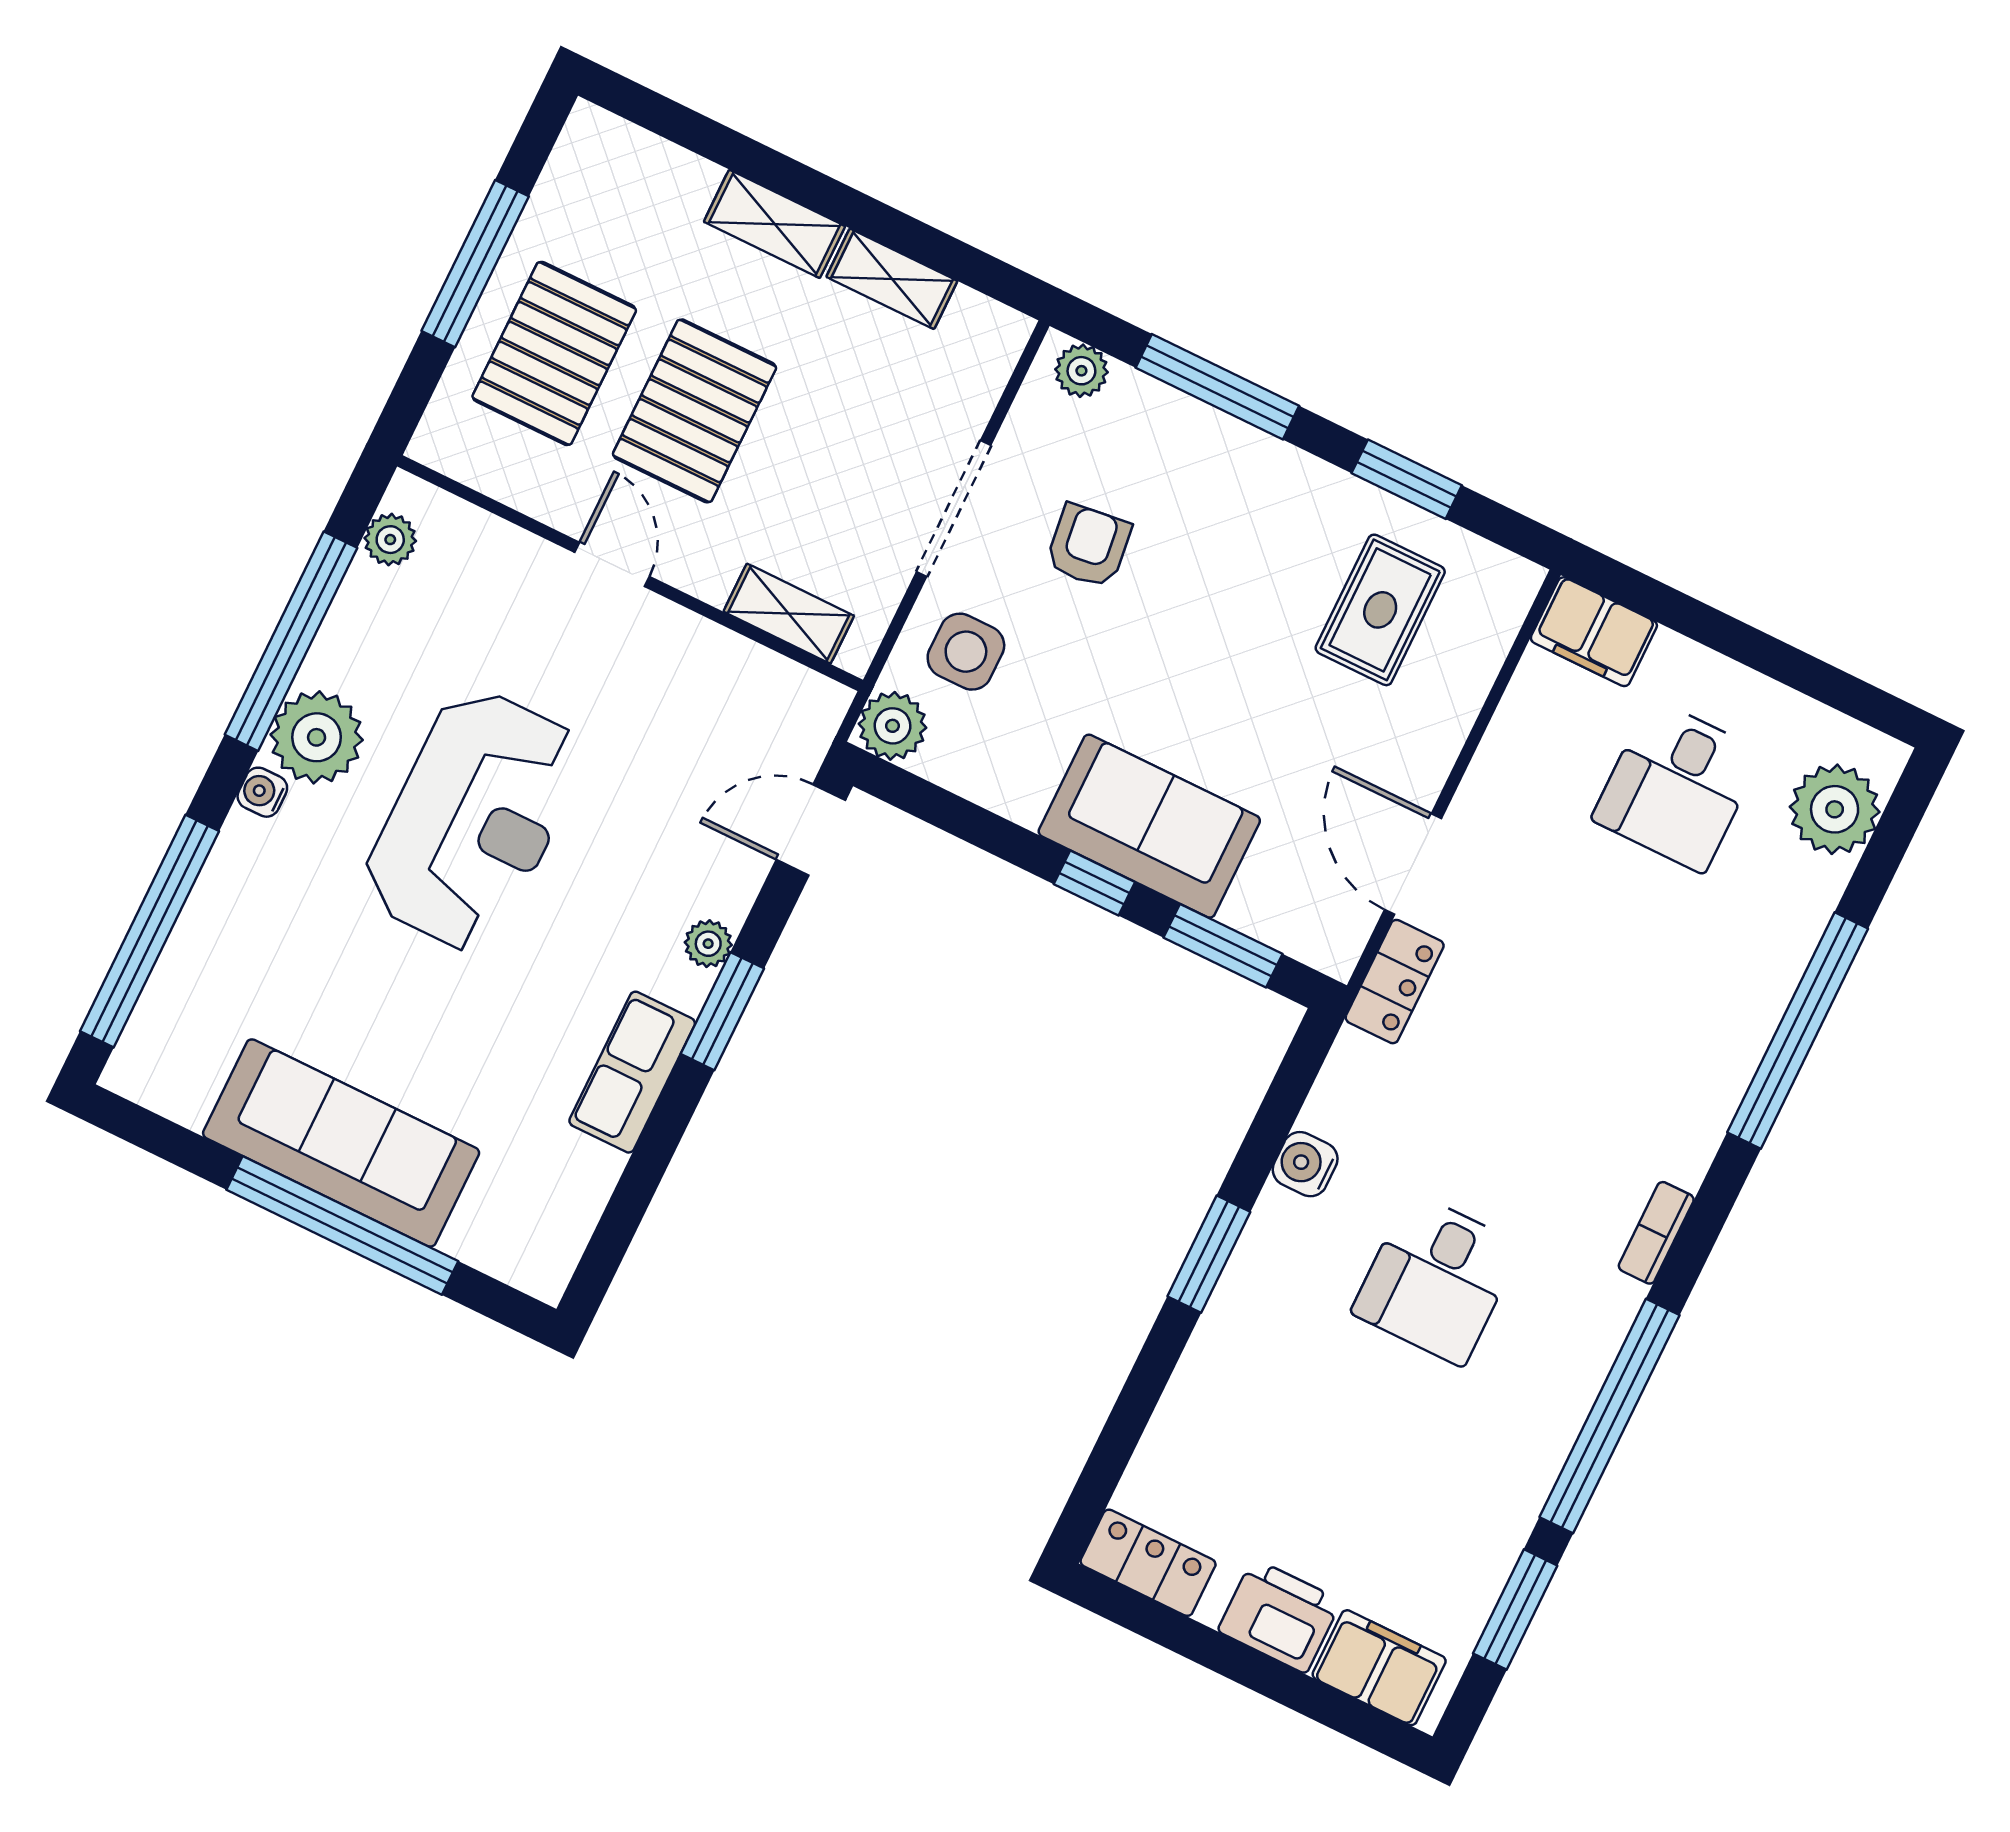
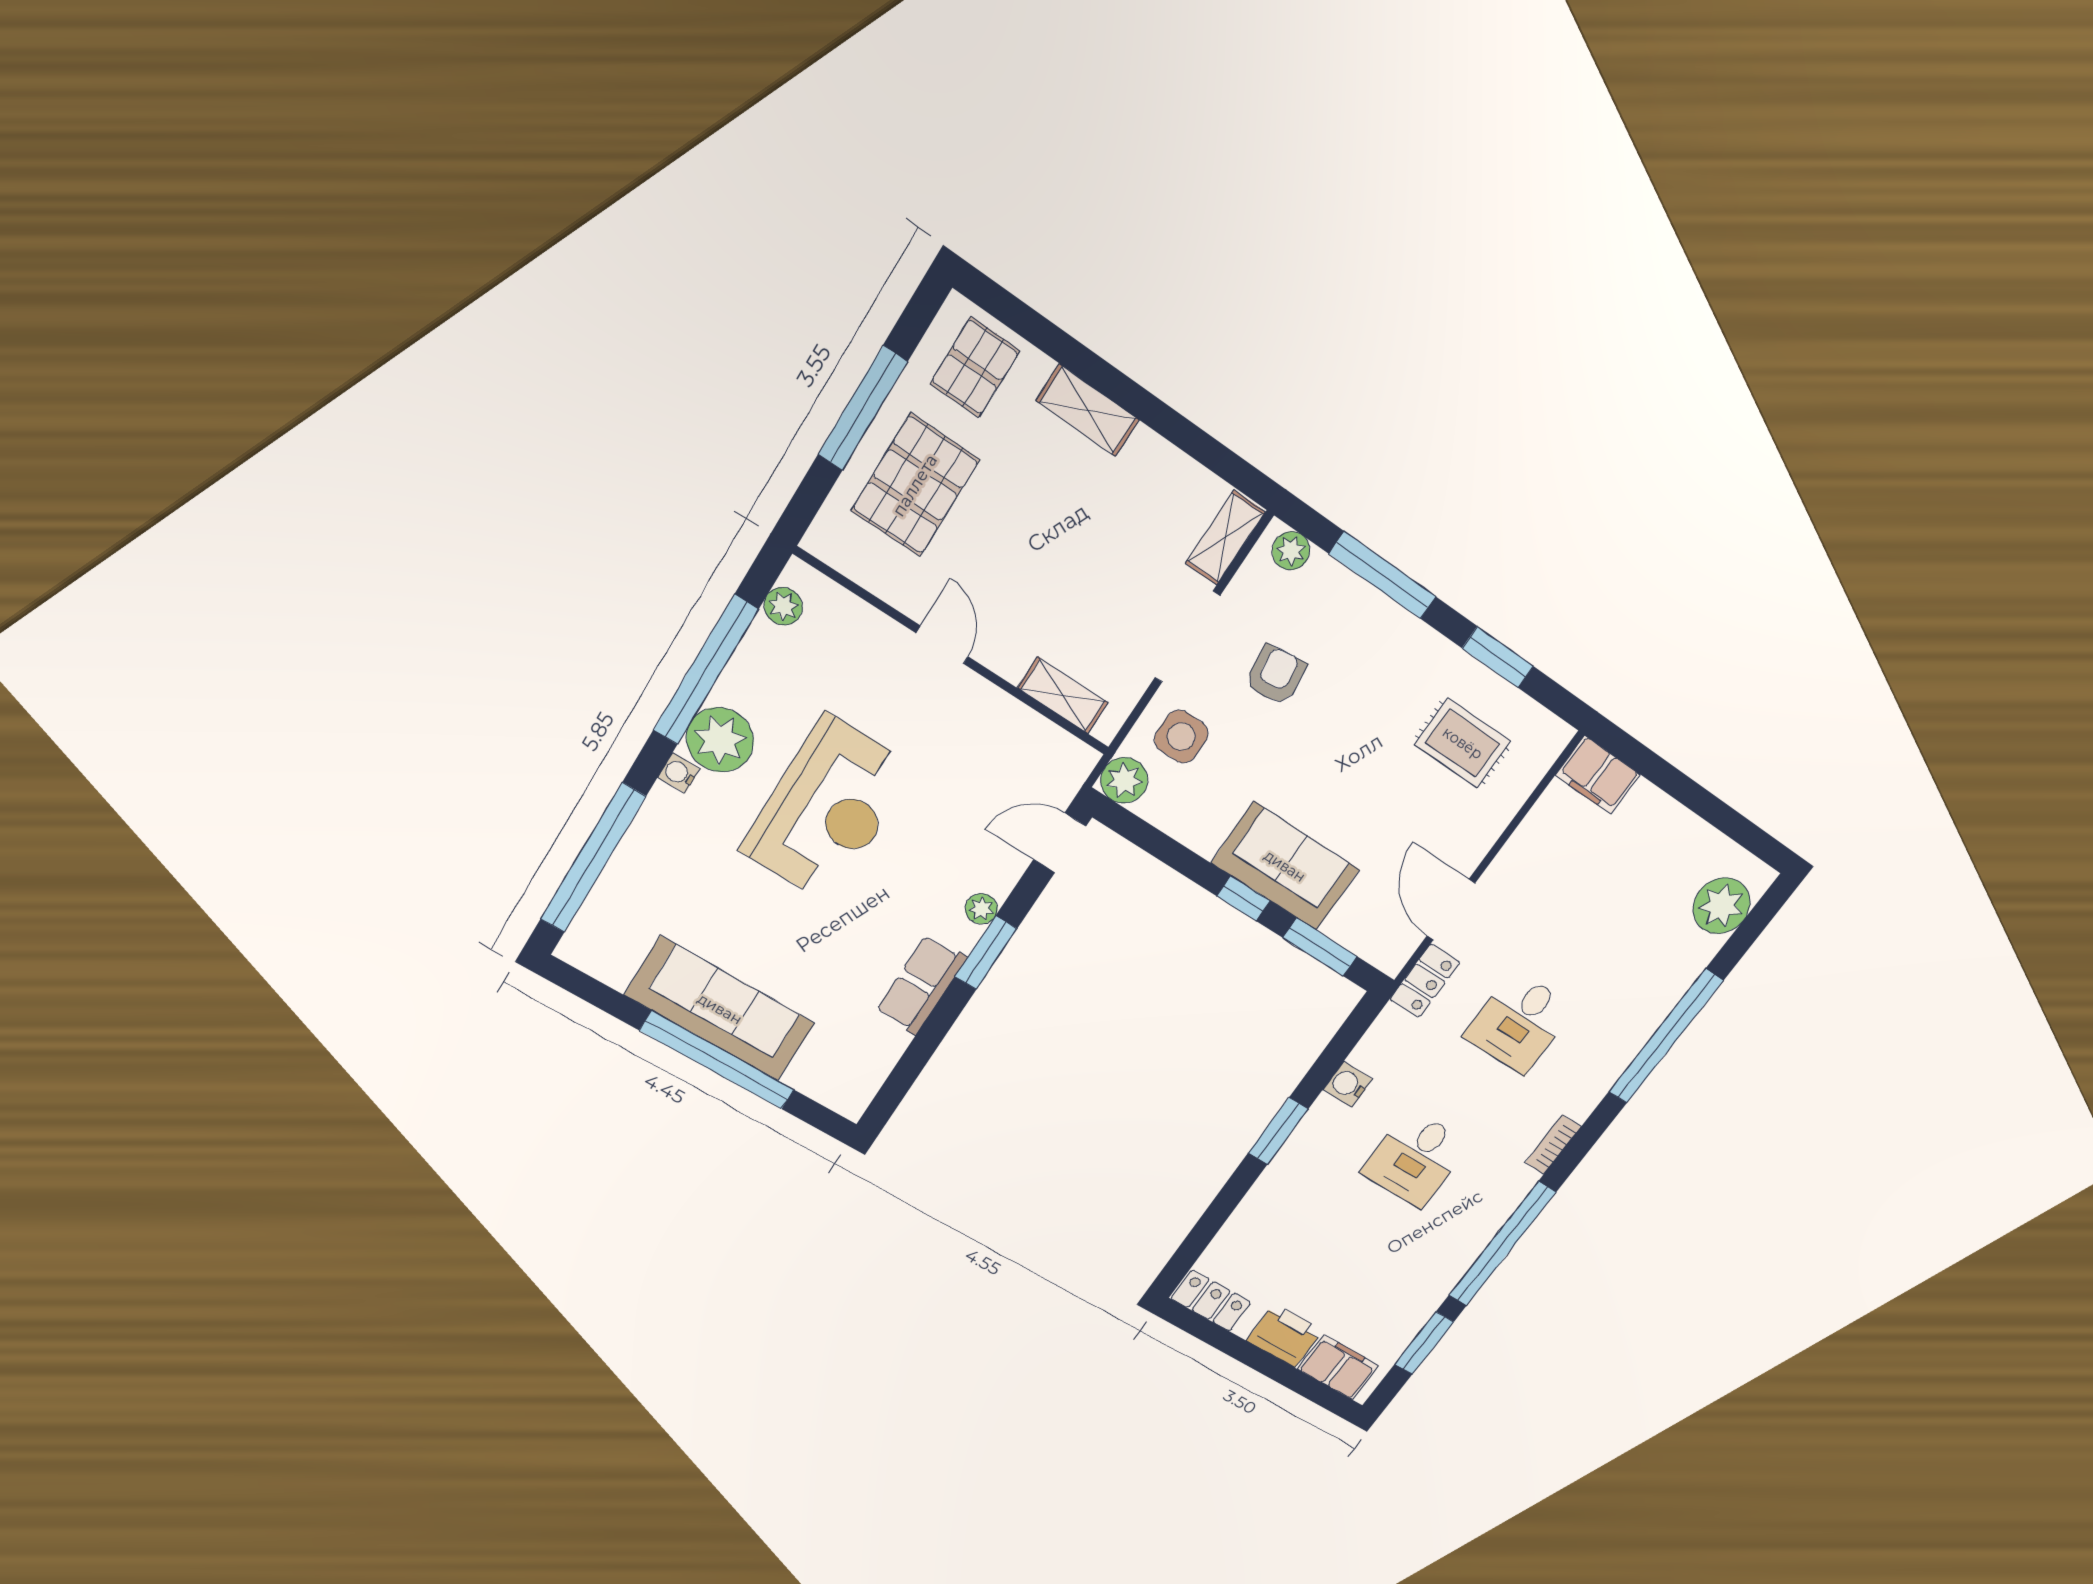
shelving: (892, 279) -> (1225, 538), moved, turned 90
pallet: (694, 411) -> (975, 367), moved, width x0.67, depth x0.71
rug: (1380, 610) -> (1463, 743), turned 90
desk: (1677, 786) -> (1519, 1022), moved

